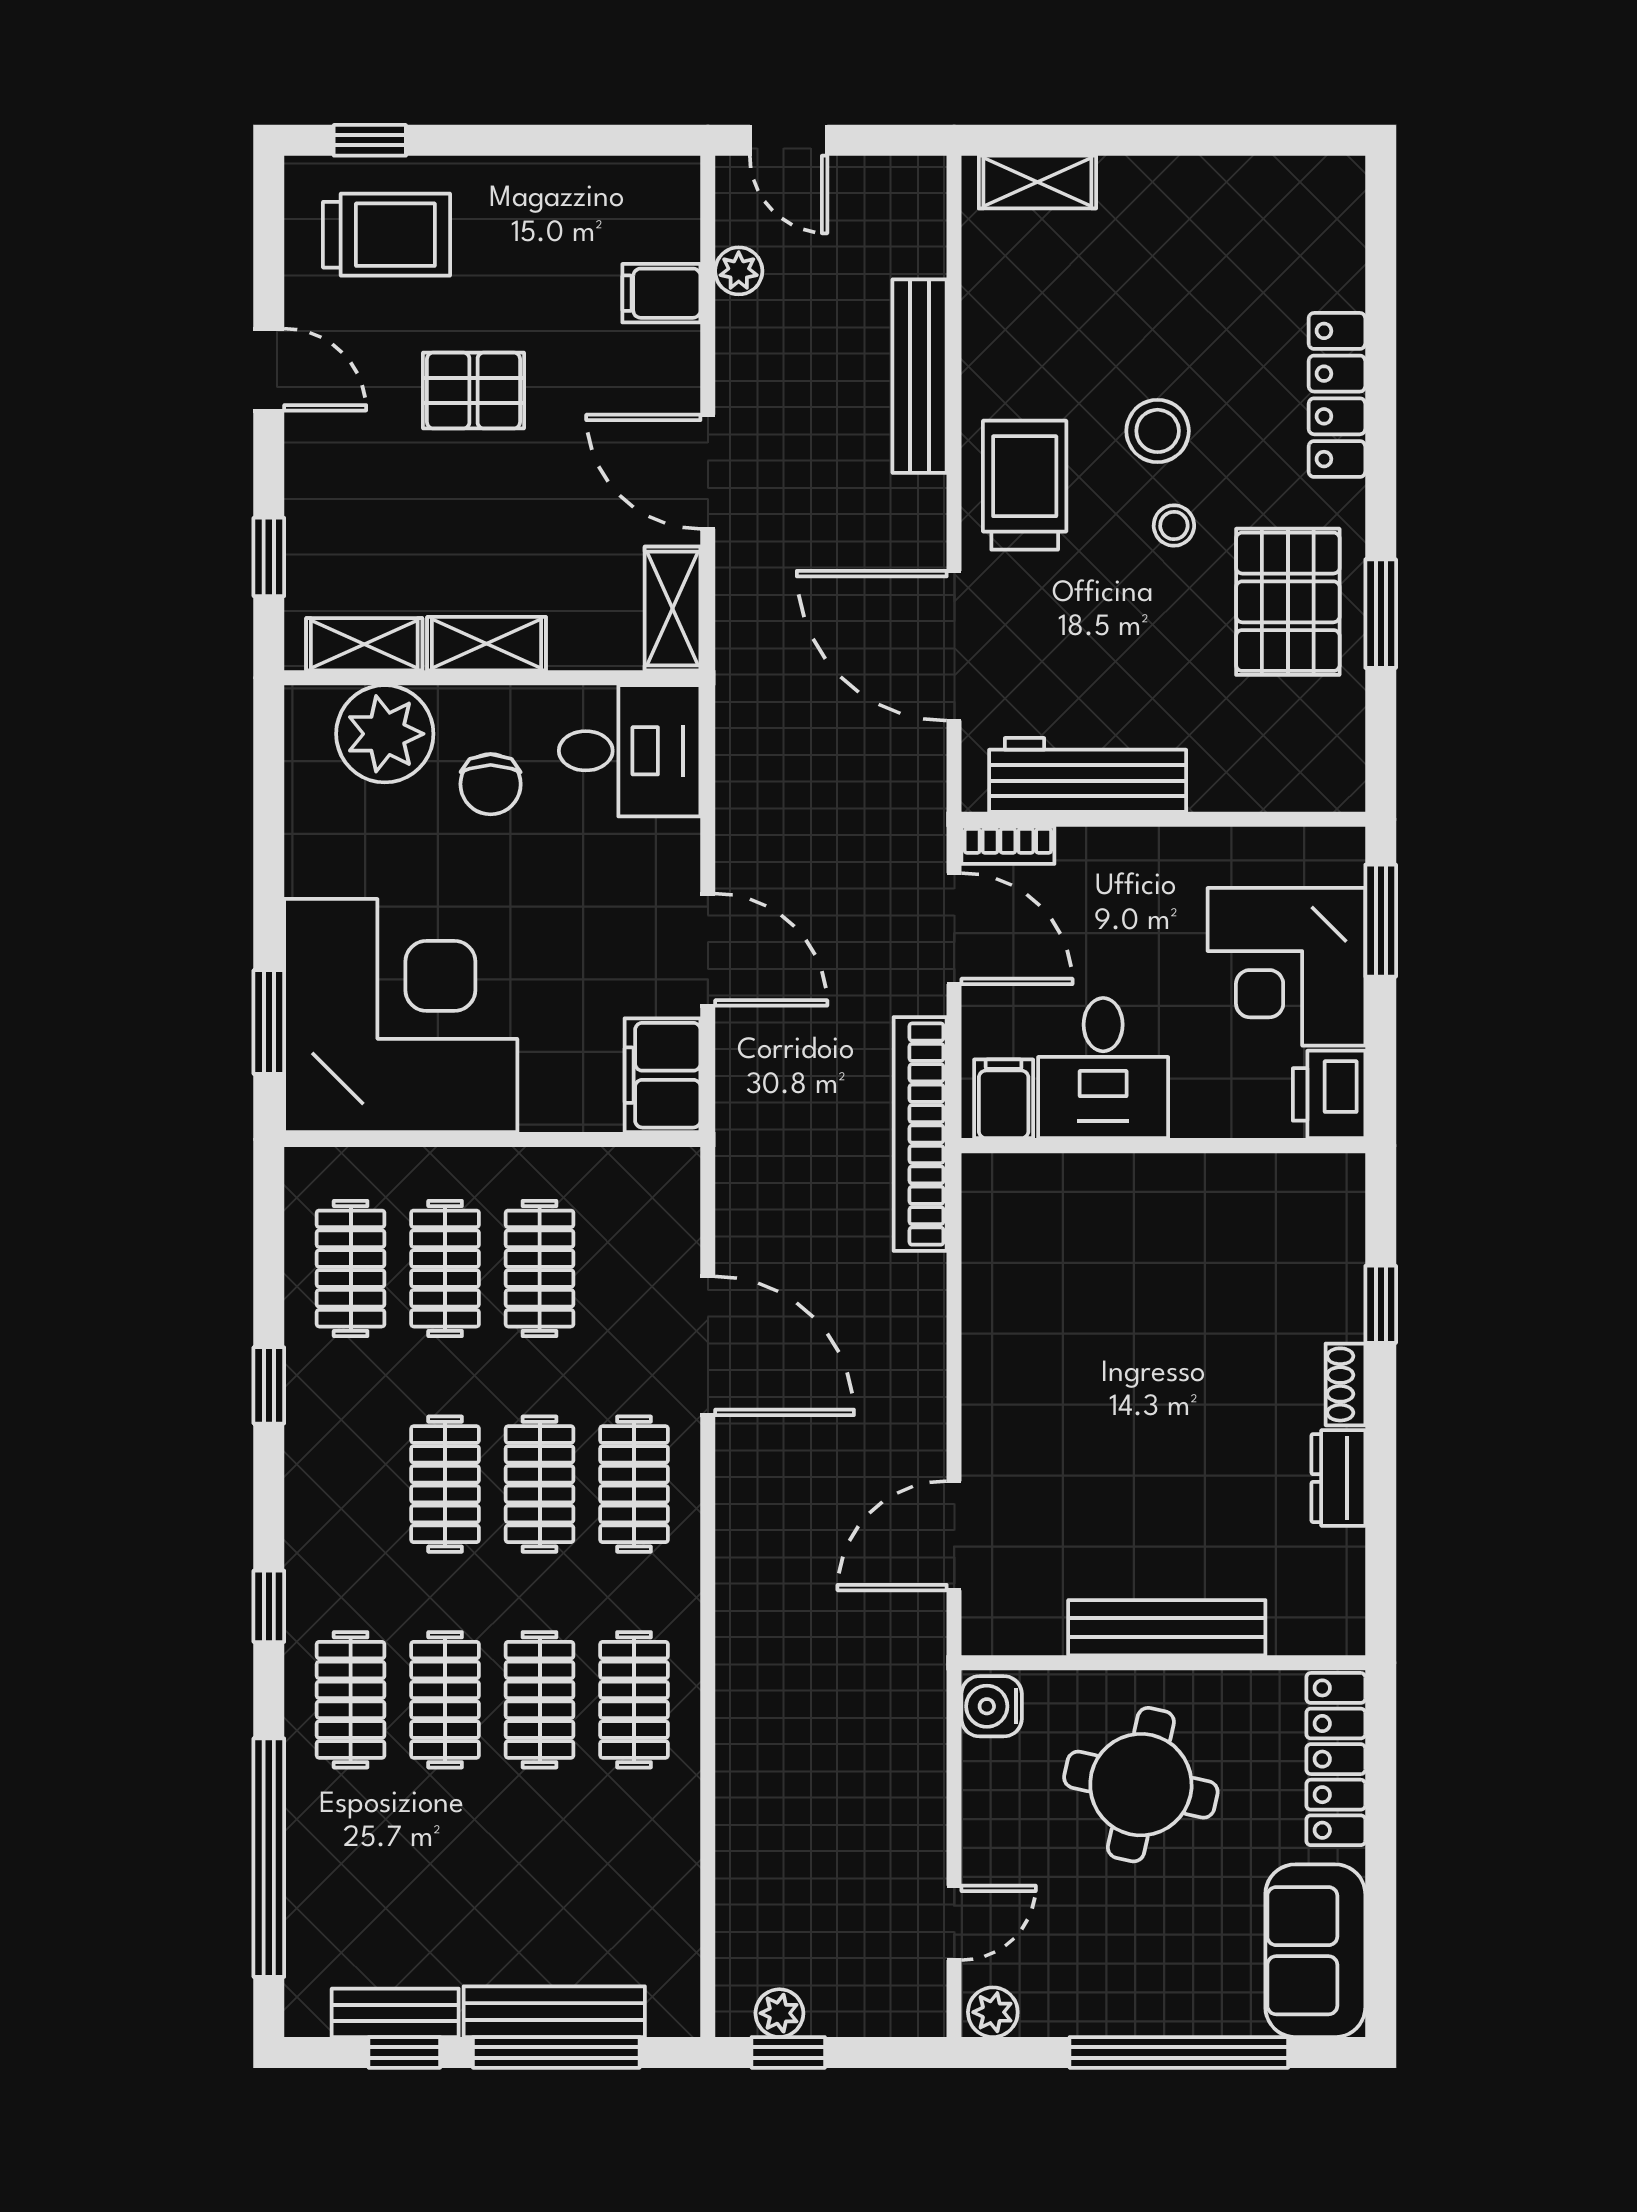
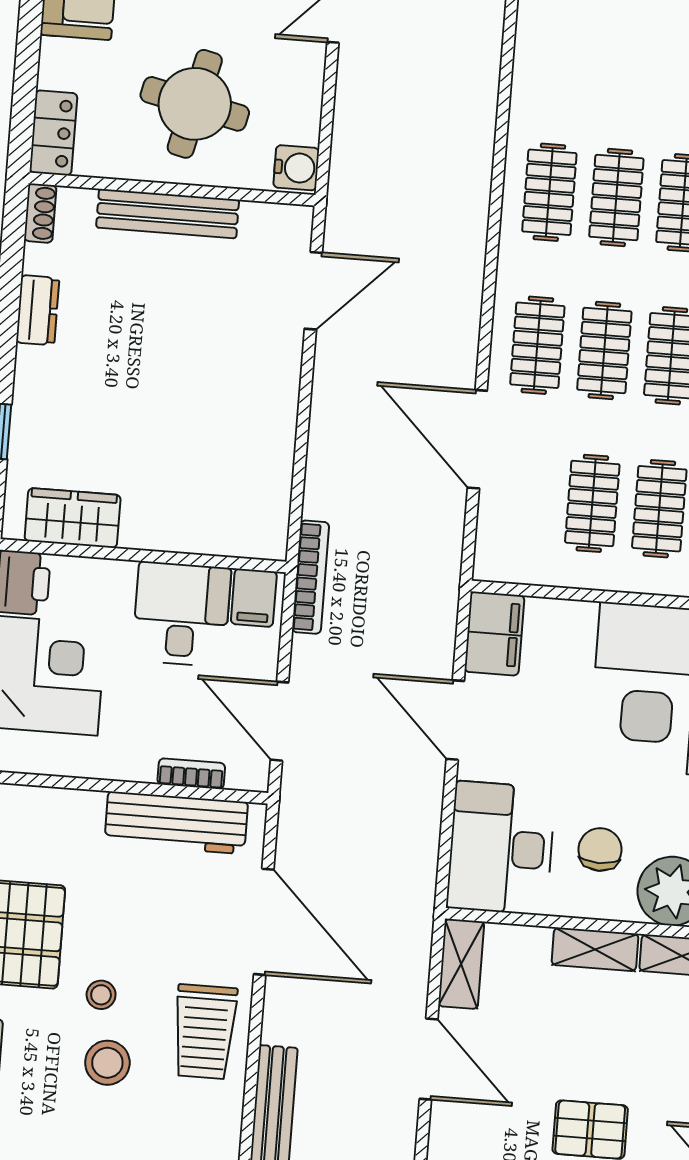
desk: (630, 751) -> (501, 848), width x1.37
bookcase: (1008, 845) -> (191, 774), moved
bookcase: (920, 1134) -> (311, 577), width x0.68, depth x0.76
wardrobe: (1266, 1191) -> (73, 518), added
shoe rack: (1345, 1384) -> (40, 213), moved
locker: (1336, 1759) -> (53, 133), width x0.66

